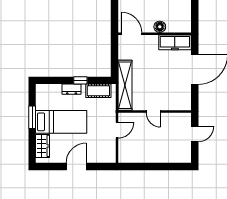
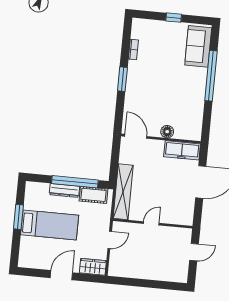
window: (80, 80) -> (75, 182), width x3.17
dresser: (72, 89) -> (64, 190), width x1.44
door: (153, 111) -> (151, 223), swing flipped
wardrobe: (42, 146) -> (93, 267), moved, turned -90

